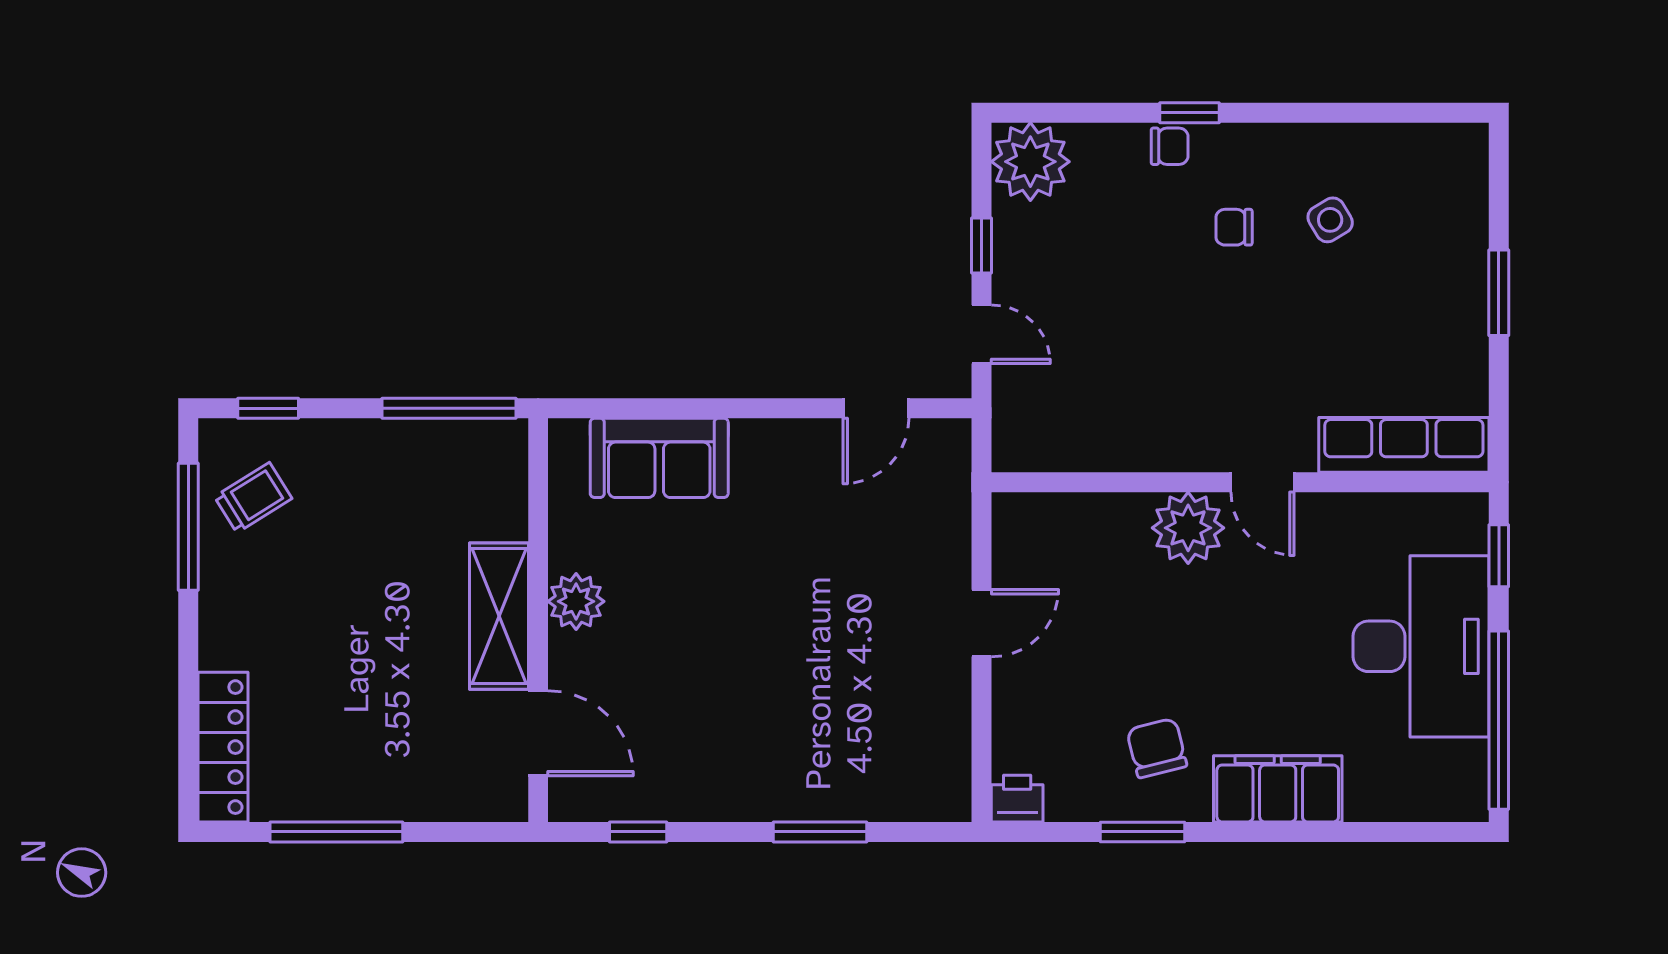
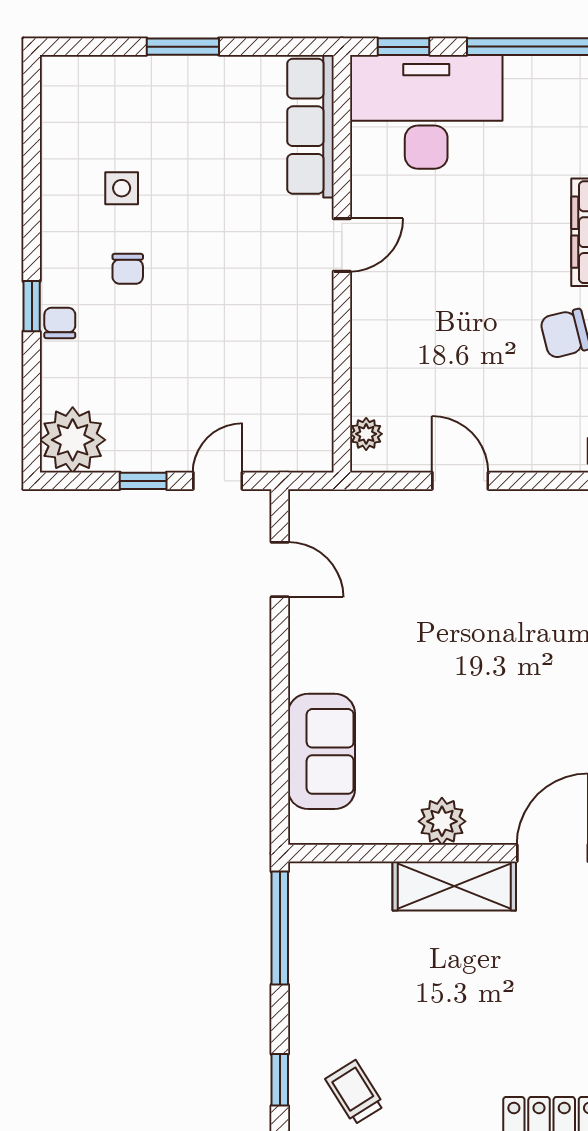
side table: (1330, 220) -> (122, 188), turned 31
plant: (1188, 528) -> (366, 434), moved, width x0.53, depth x0.53
desk: (1421, 646) -> (426, 112), moved

